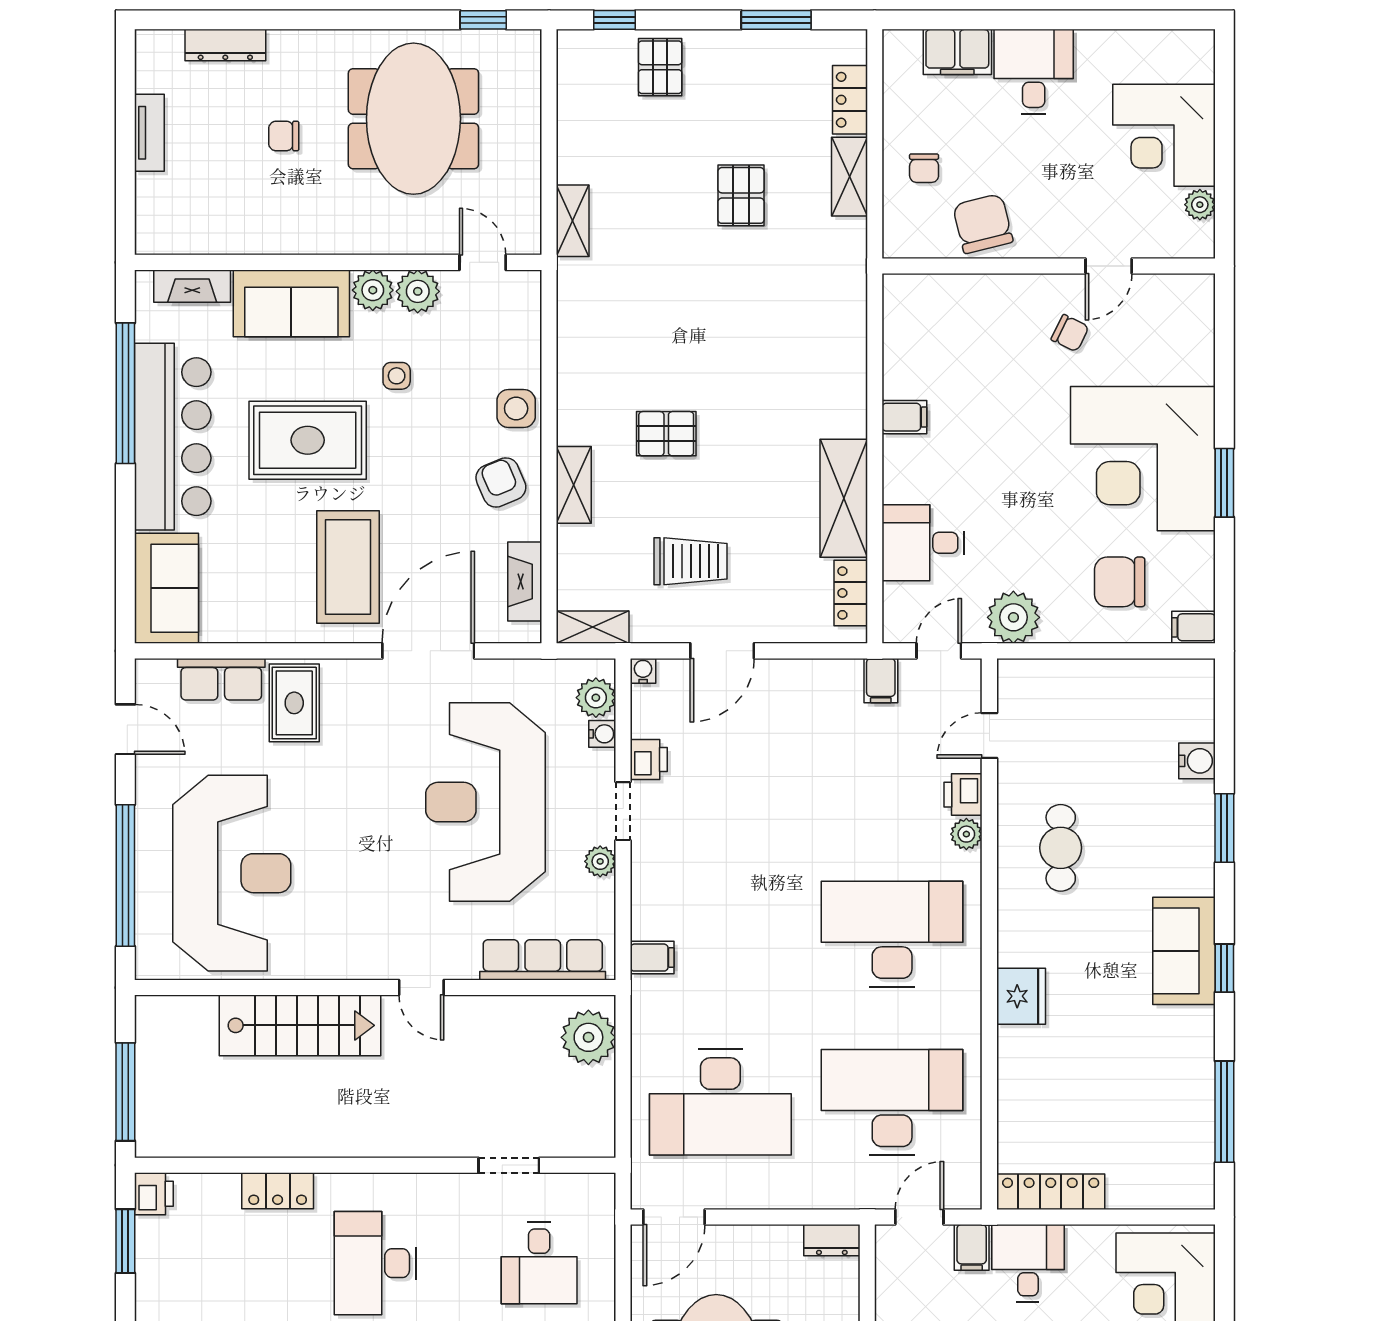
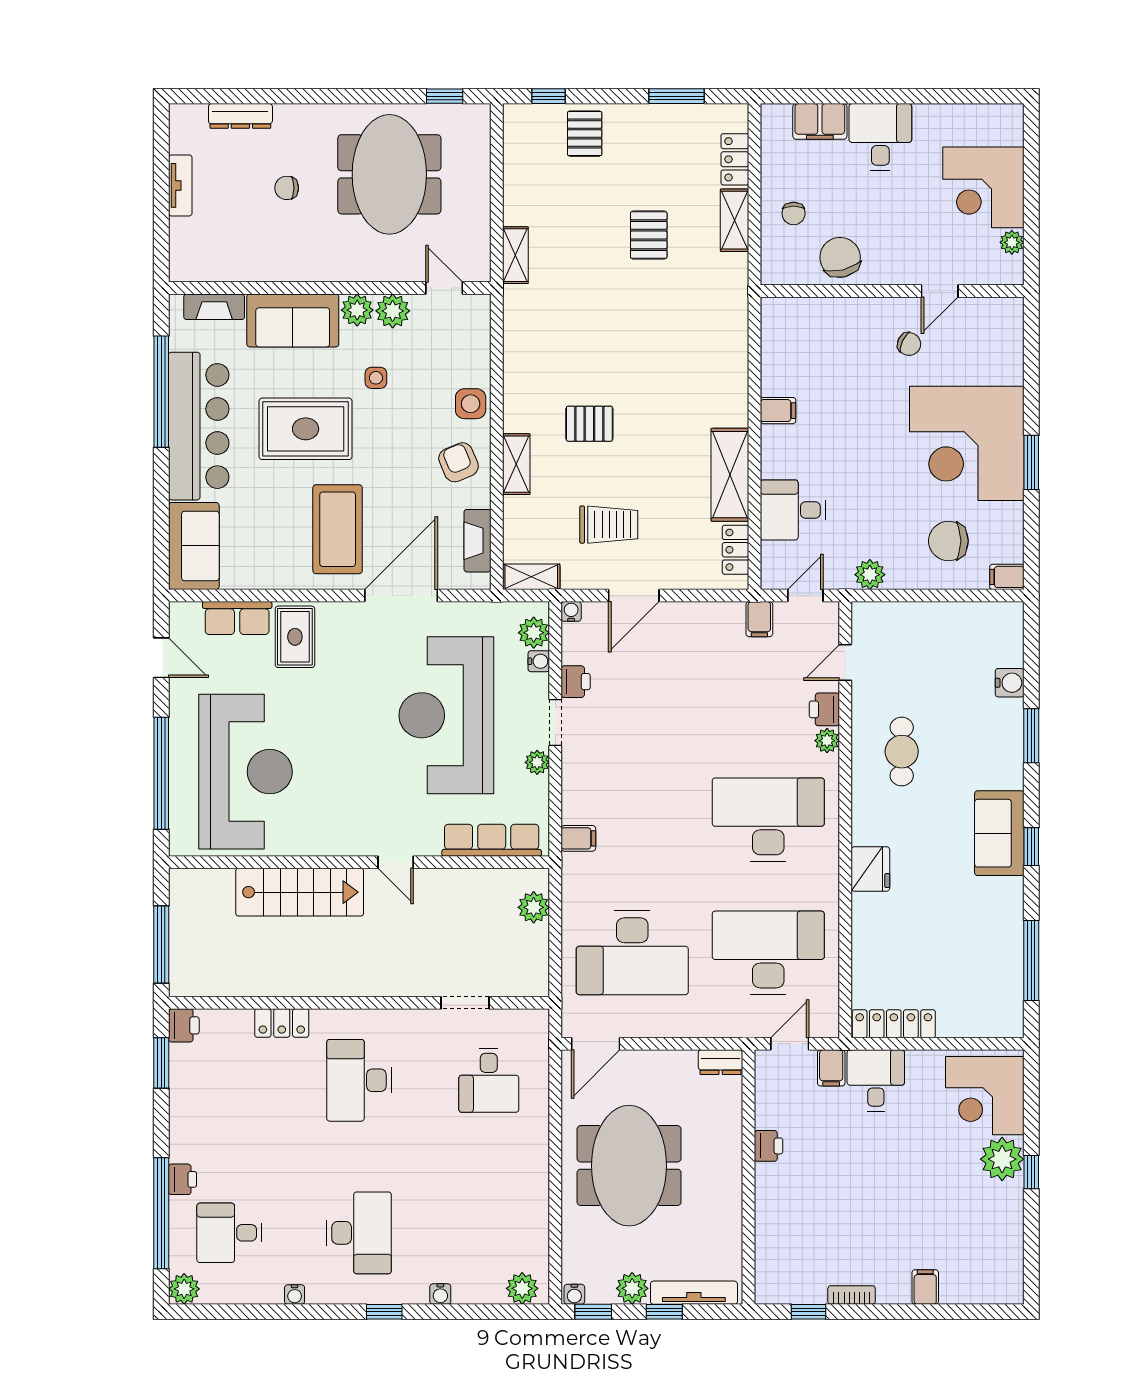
plant: (1013, 617) -> (870, 575), width x0.73, depth x0.73
plant: (588, 1037) -> (534, 907), width x0.73, depth x0.73

